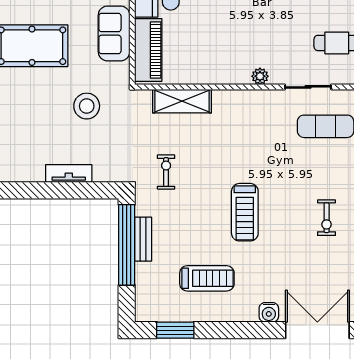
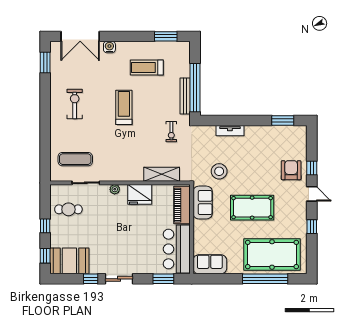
sofa: (114, 33) -> (203, 203), moved
fridge: (219, 68) -> (140, 194), added
exercise bike: (327, 218) -> (75, 104), width x1.38, depth x1.39
bench: (143, 239) -> (185, 96), width x1.36

